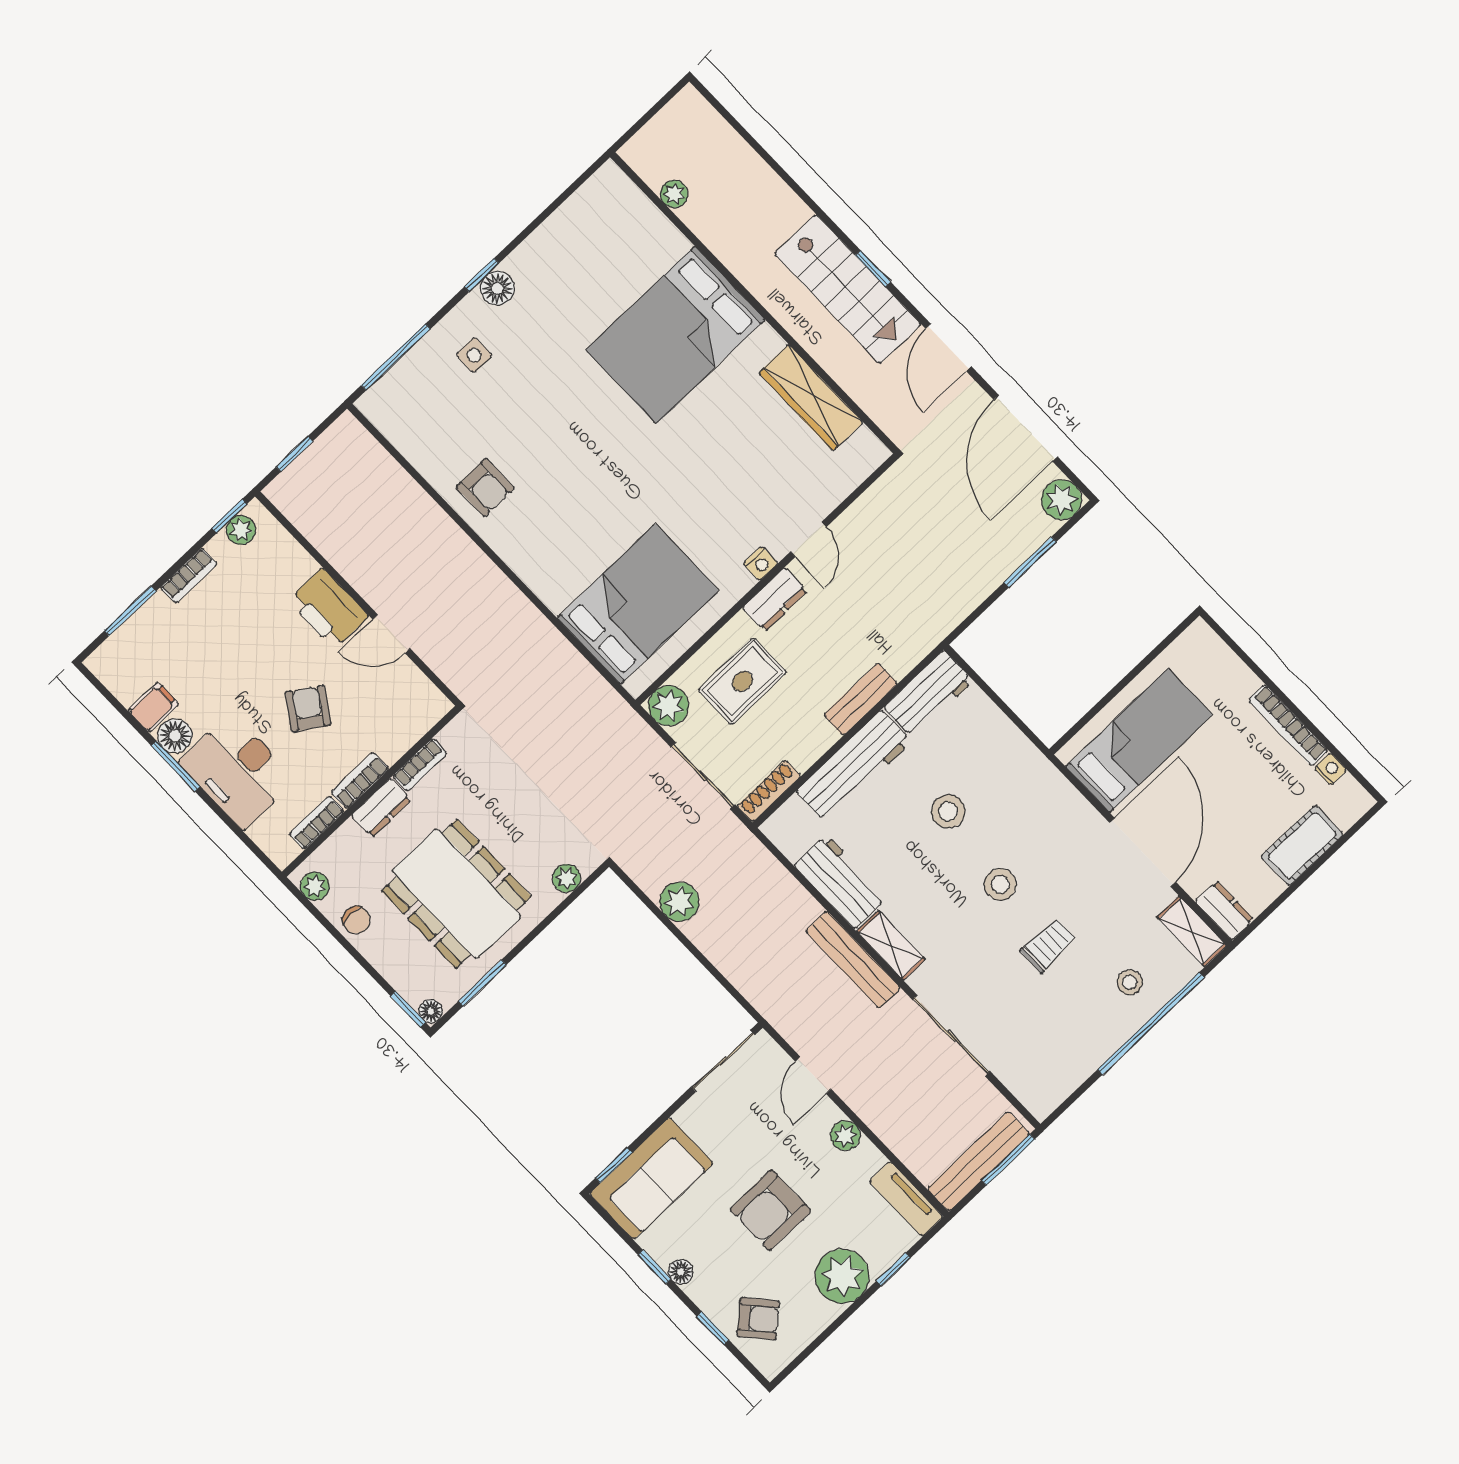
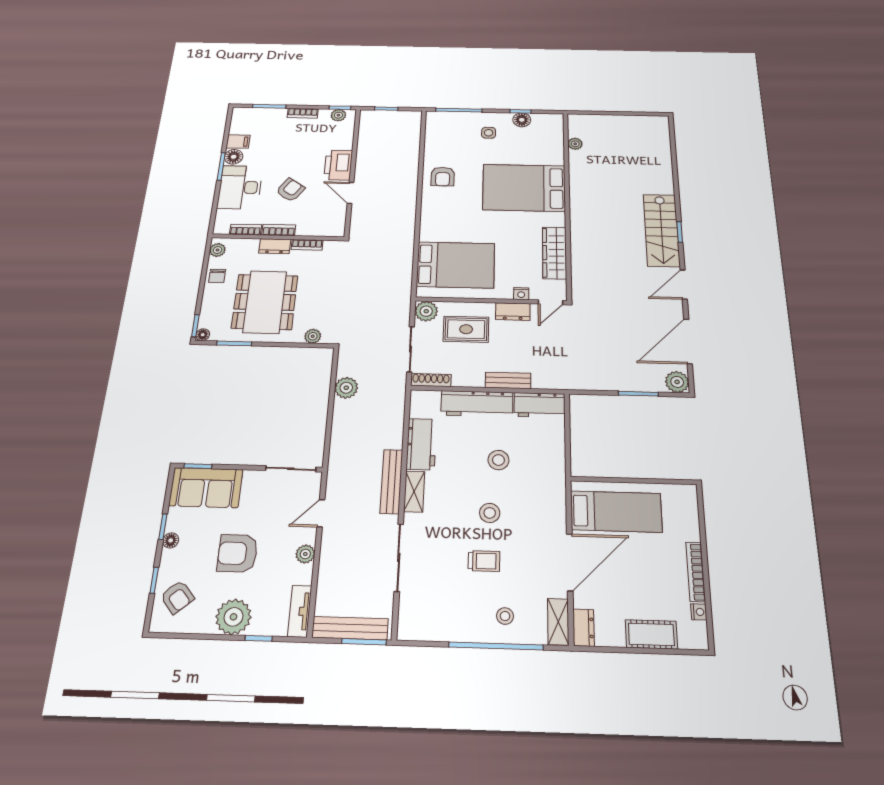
plant: (674, 194) -> (575, 144), moved
wall: (754, 303) -> (567, 203), moved
bed: (676, 335) -> (524, 188), moved
wardrobe: (811, 398) -> (555, 253), moved

